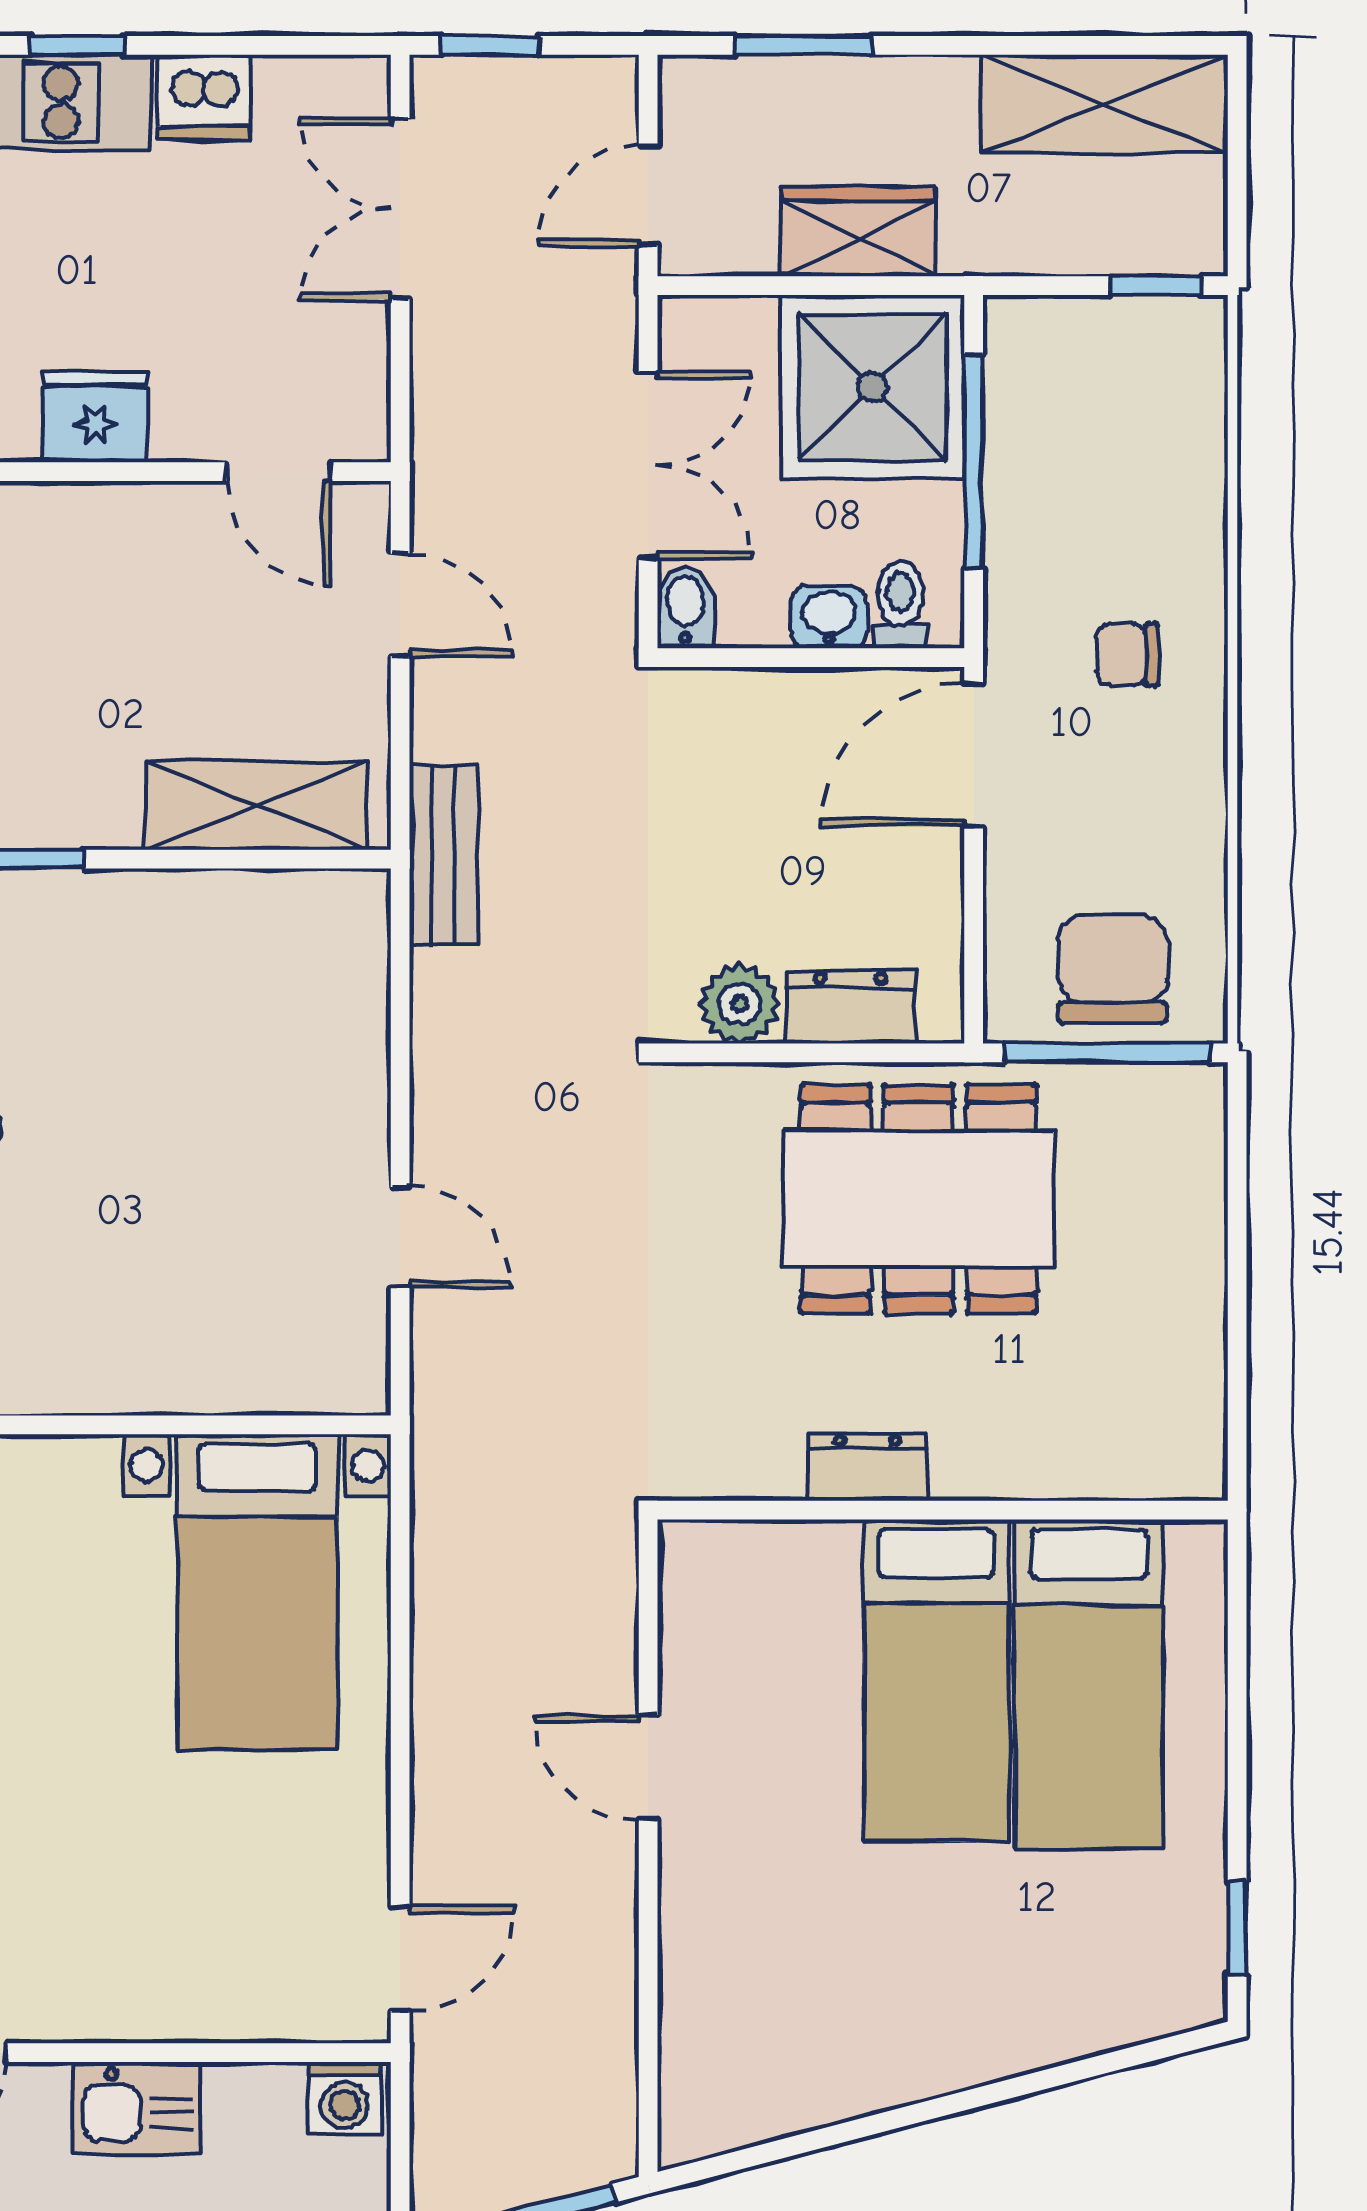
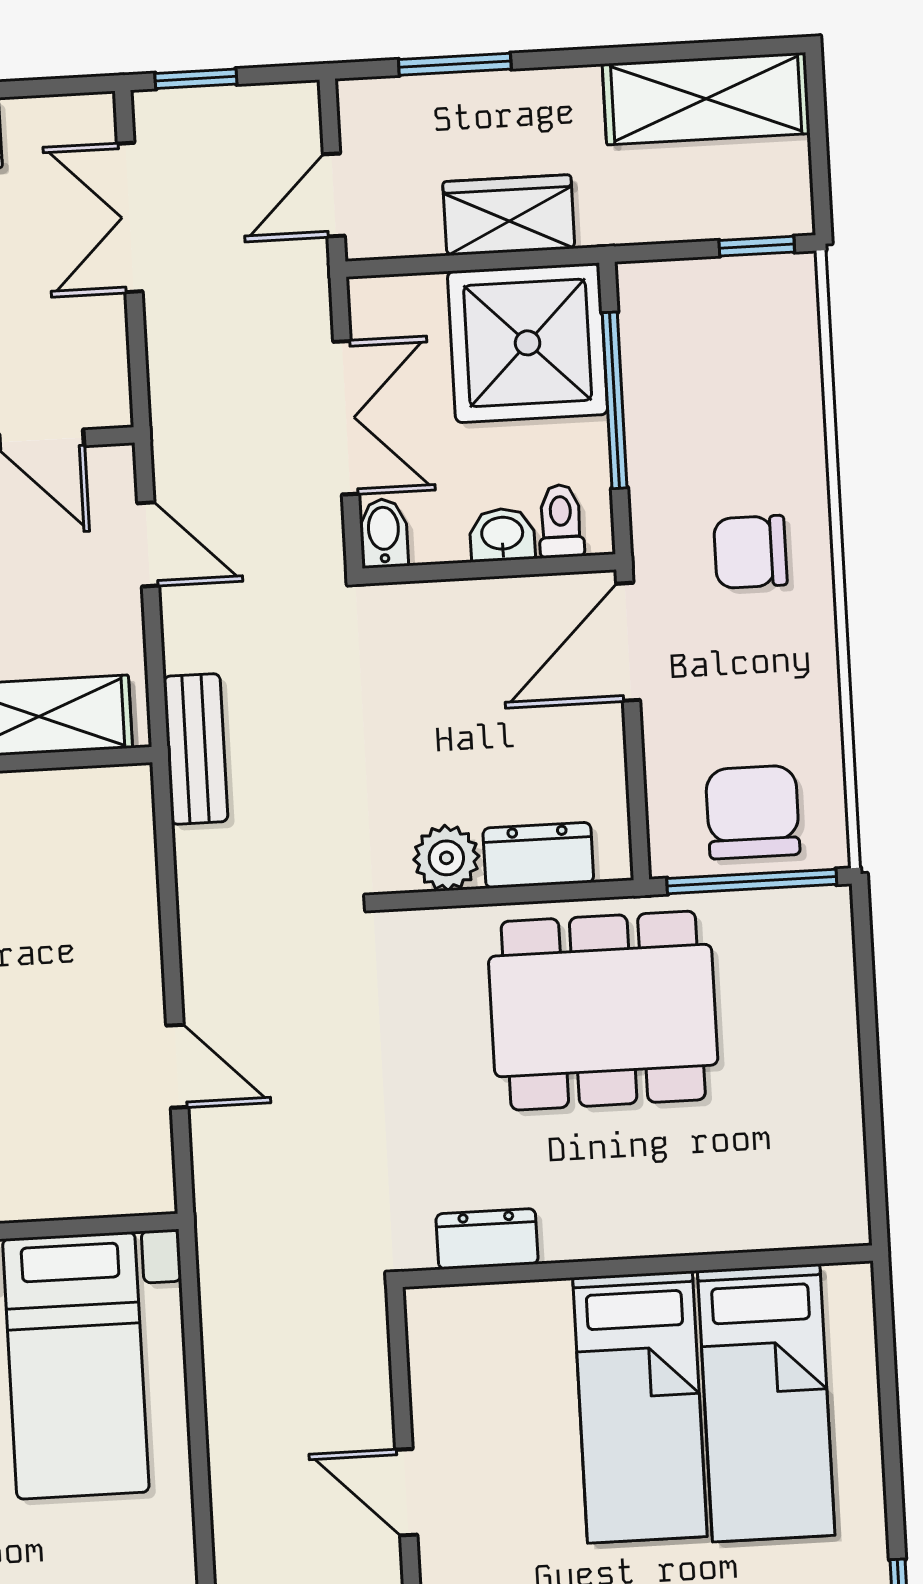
chair: (1127, 655) -> (750, 552), width x1.37, depth x1.37
dresser: (868, 1467) -> (487, 1239), moved

